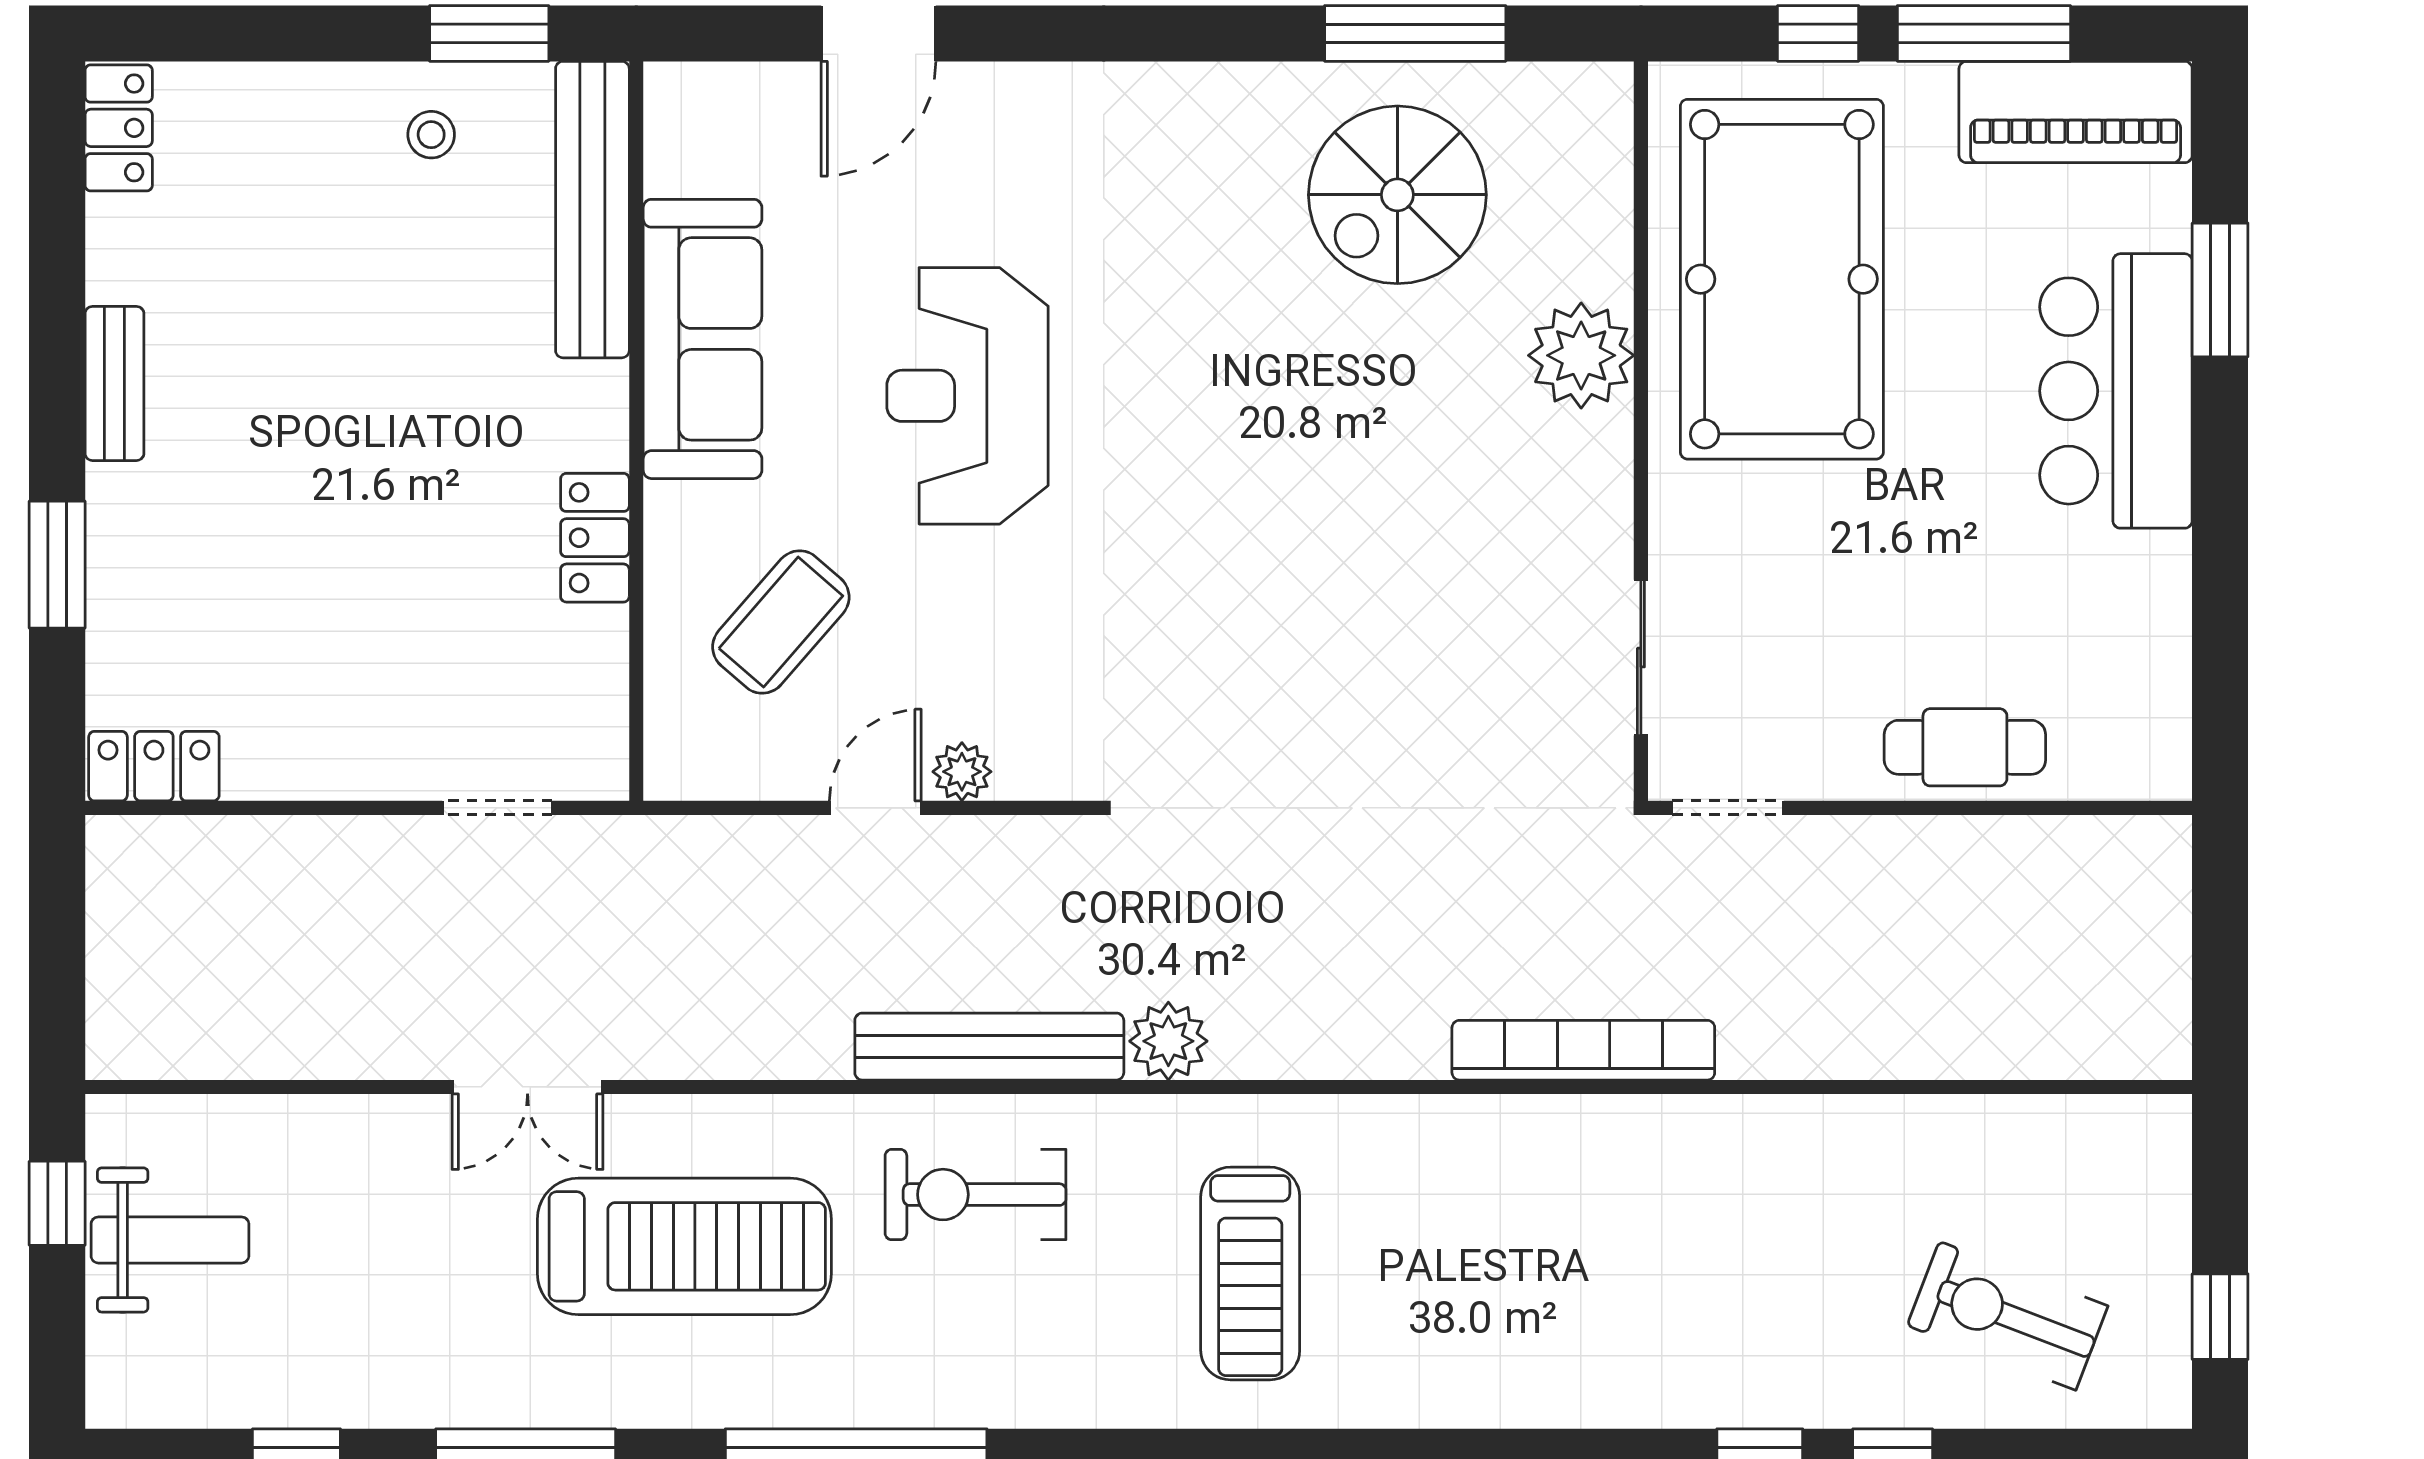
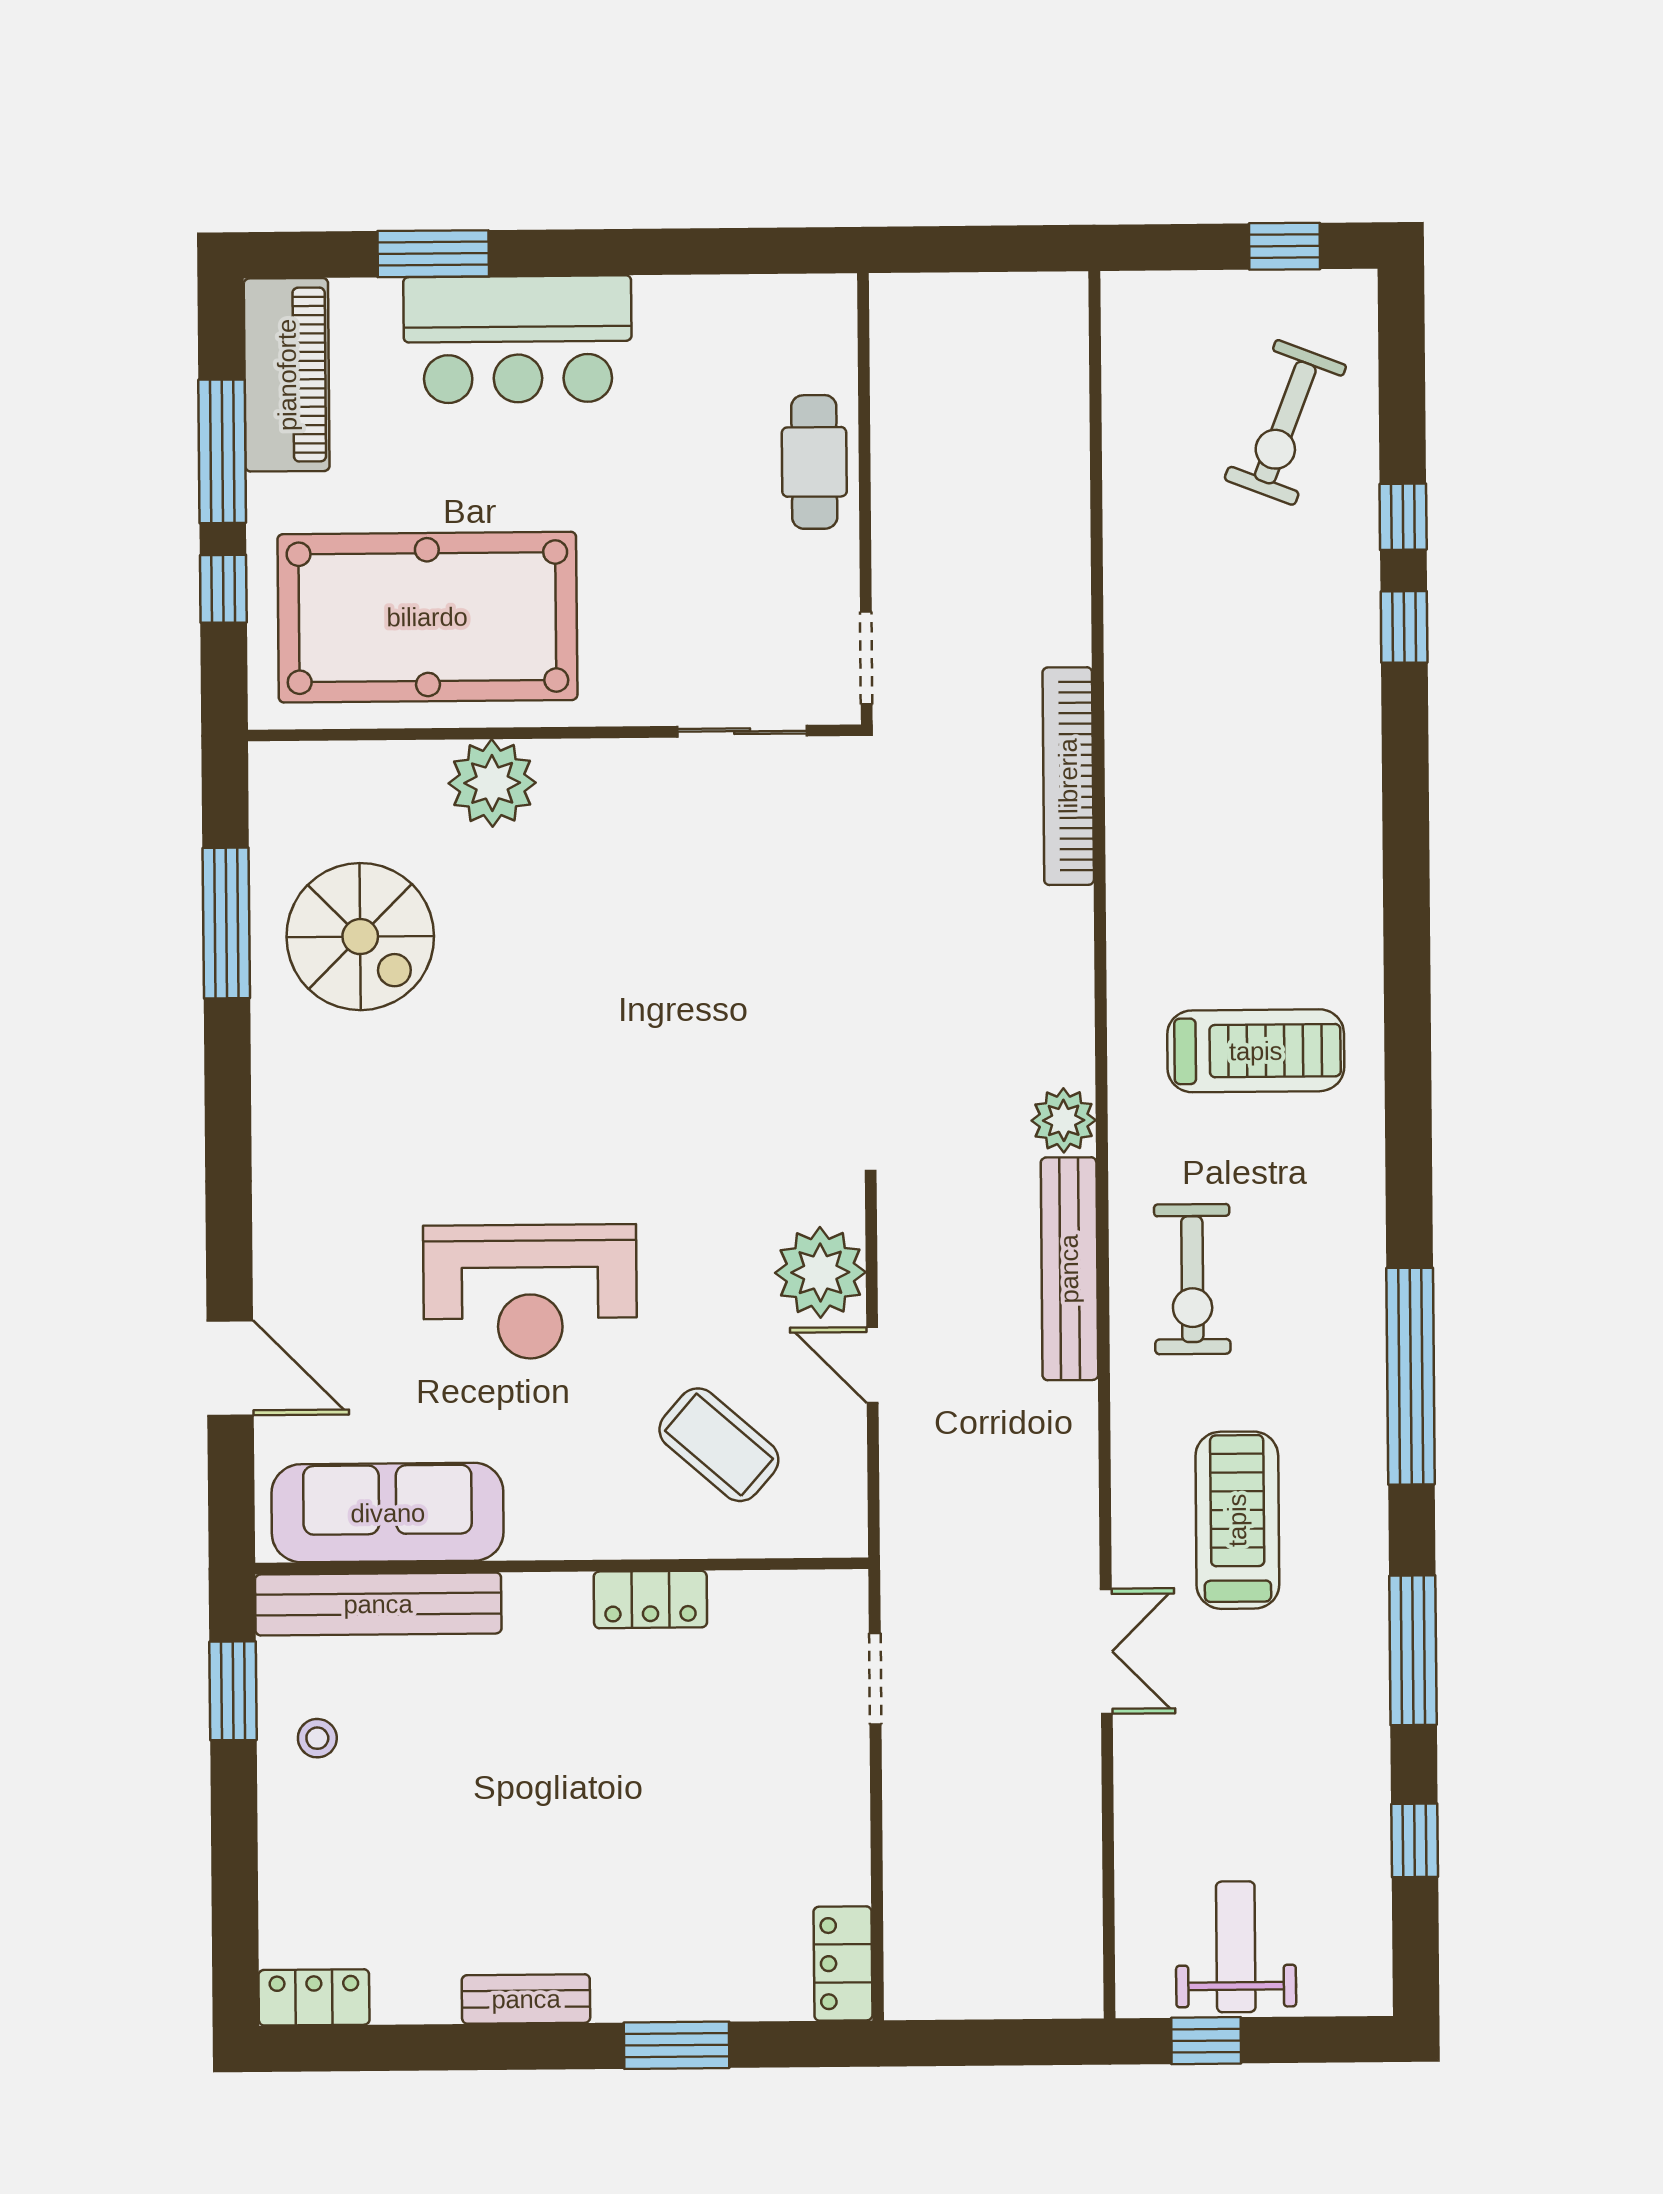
sofa: (703, 339) -> (388, 1513), moved
plant: (962, 772) -> (820, 1272), width x1.88, depth x1.88
treadmill: (684, 1246) -> (1237, 1520), width x0.73, depth x0.73

